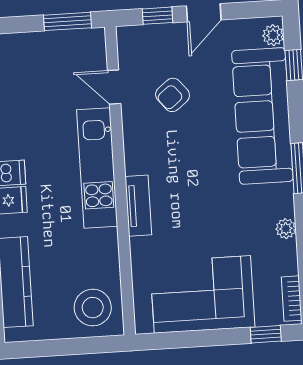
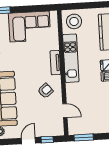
armchair: (173, 95) -> (45, 91), moved
kitchen unit: (97, 168) -> (71, 58), moved

